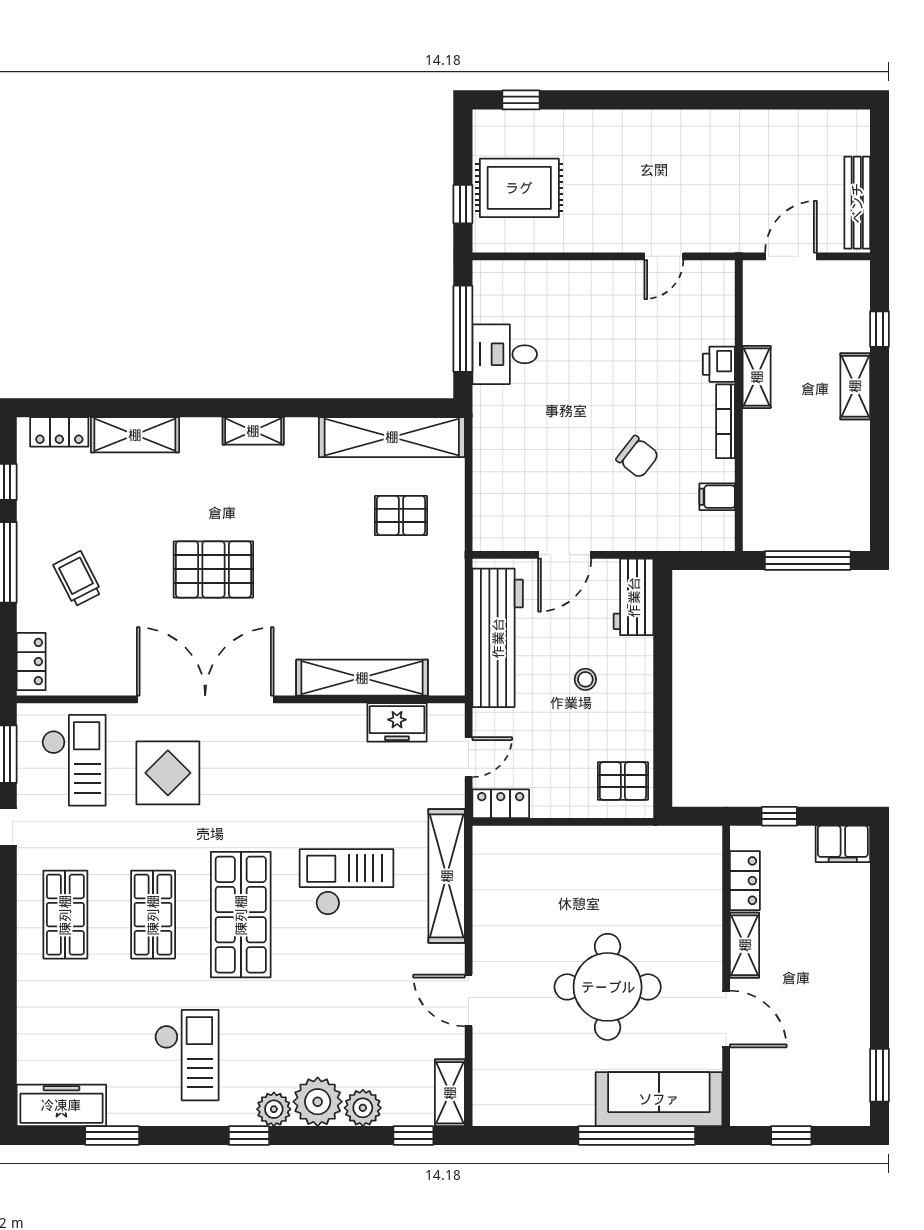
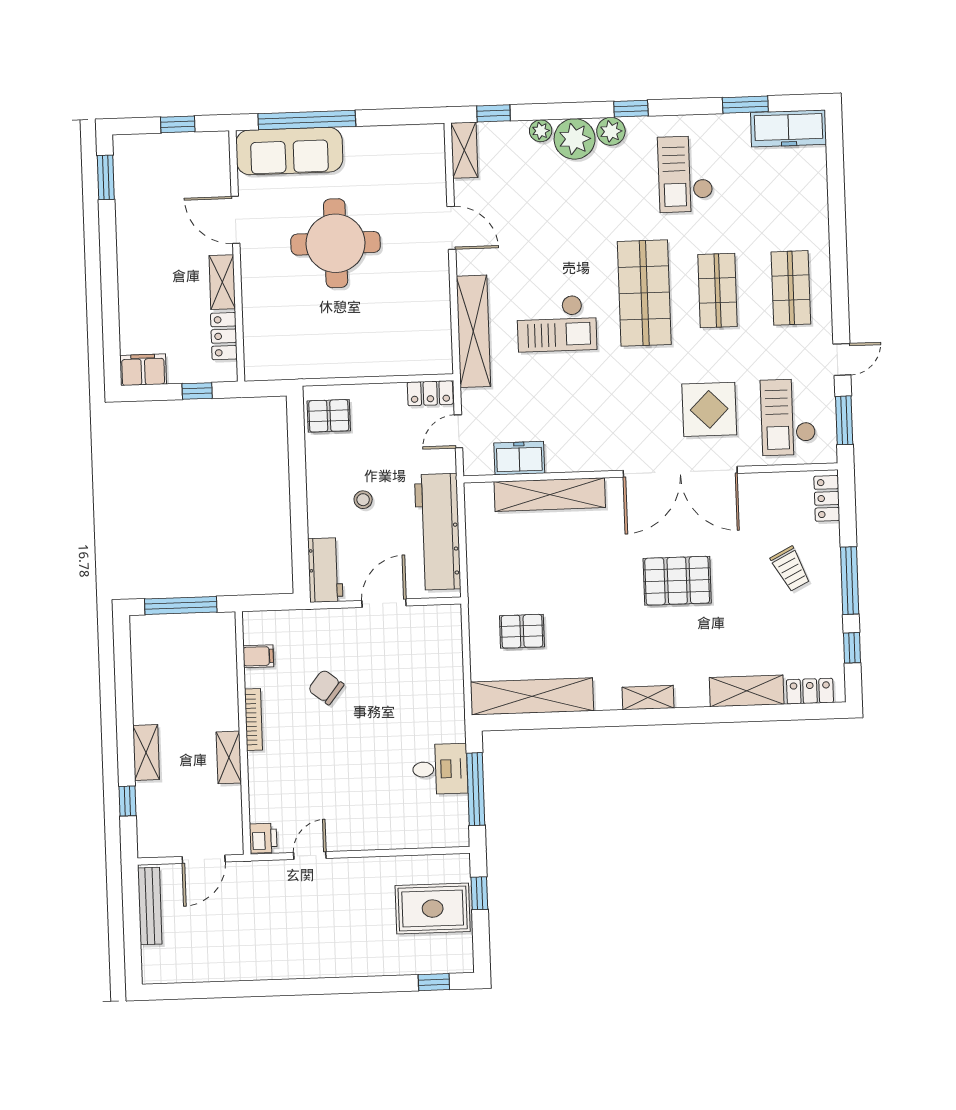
printer: (719, 364) -> (263, 838), moved
plant: (363, 1108) -> (541, 131), width x0.73, depth x0.73

